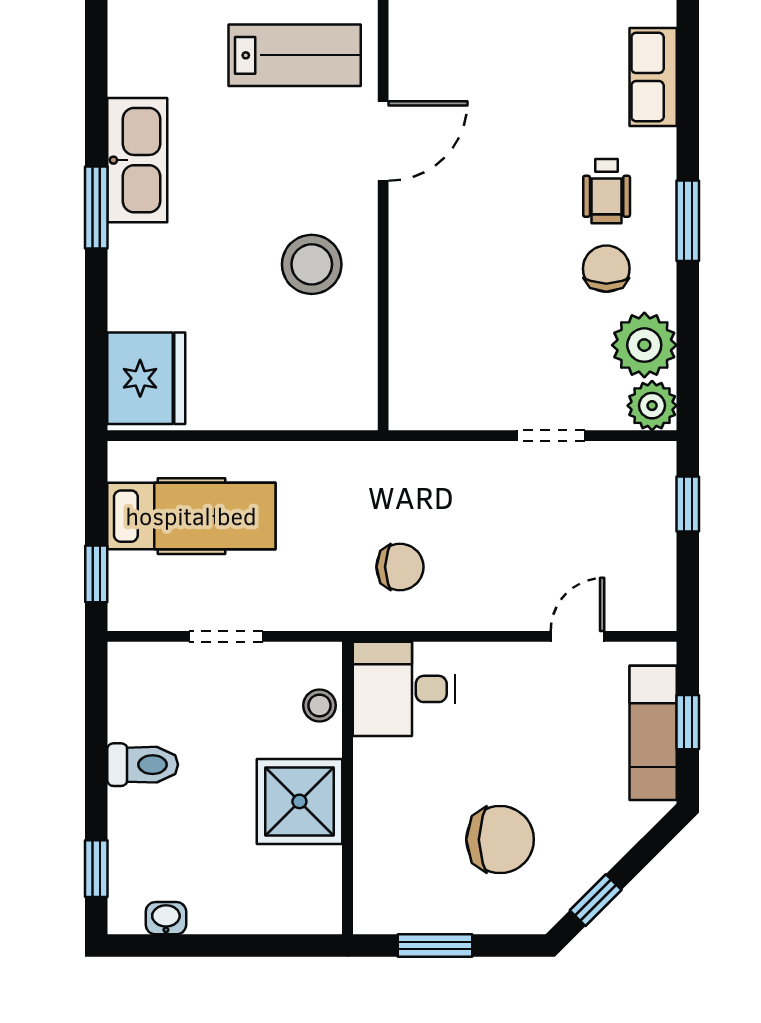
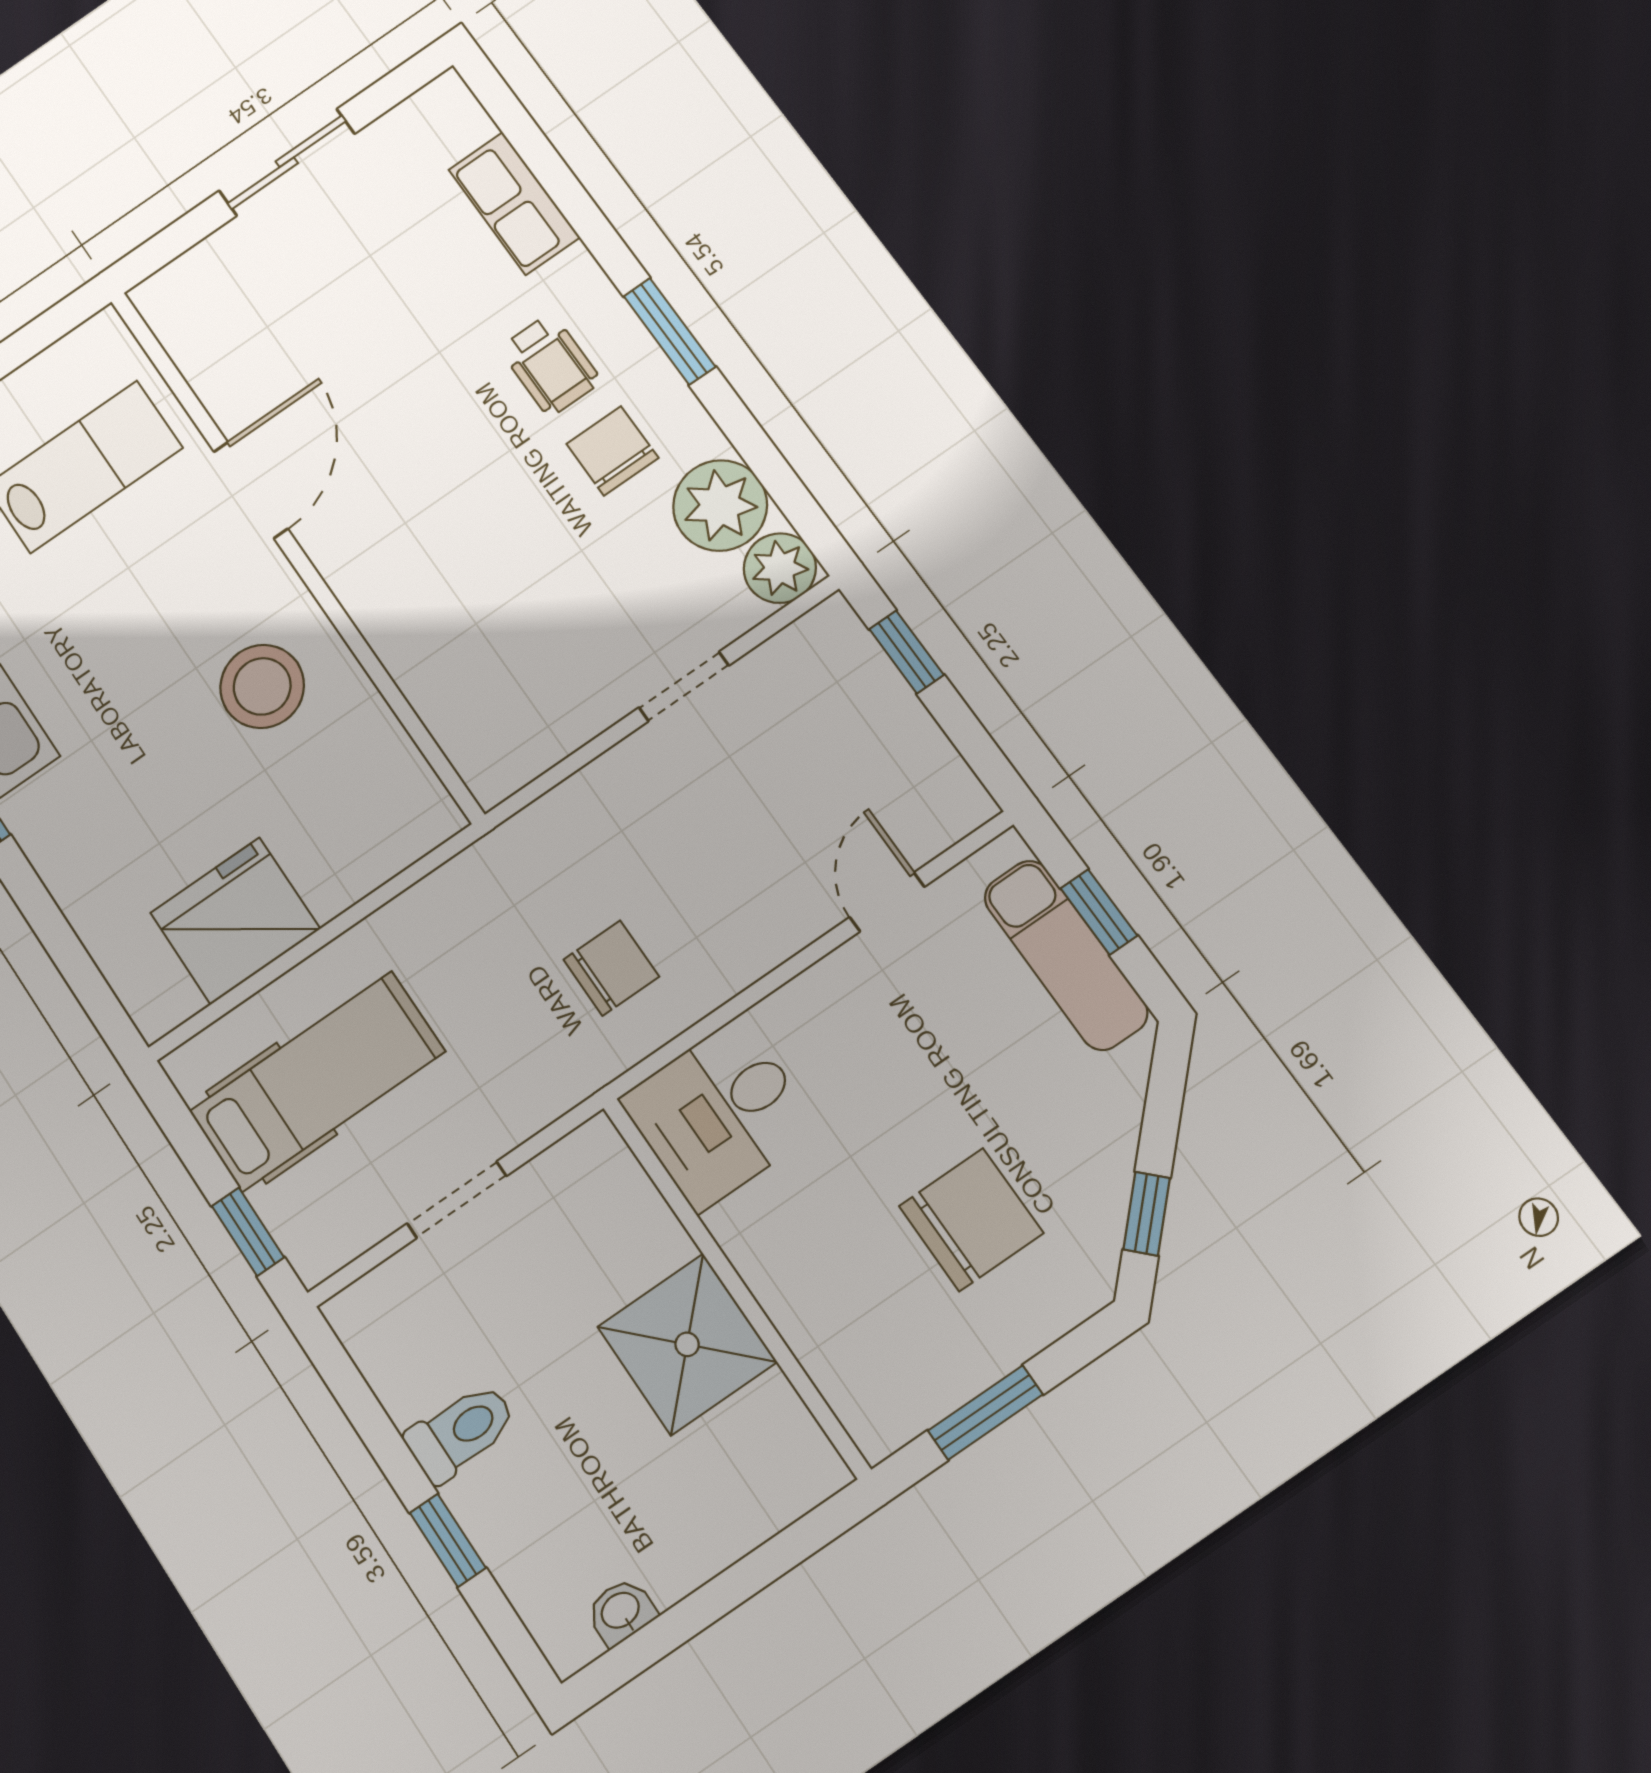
fridge: (146, 378) -> (235, 921), moved, turned -90
stool: (320, 705) -> (630, 1206), removed
window: (96, 869) -> (448, 1540), moved

